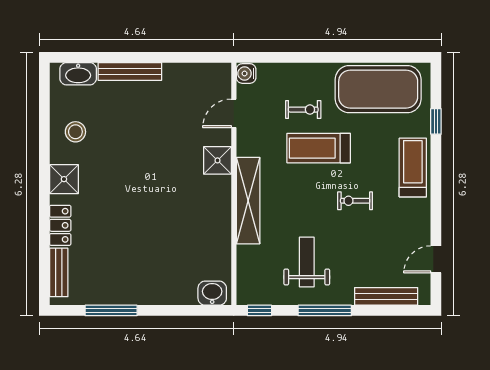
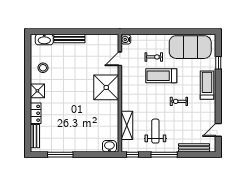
shower: (218, 160) -> (106, 87), width x1.86, depth x1.86
shelving: (248, 201) -> (127, 125), moved, width x0.68

